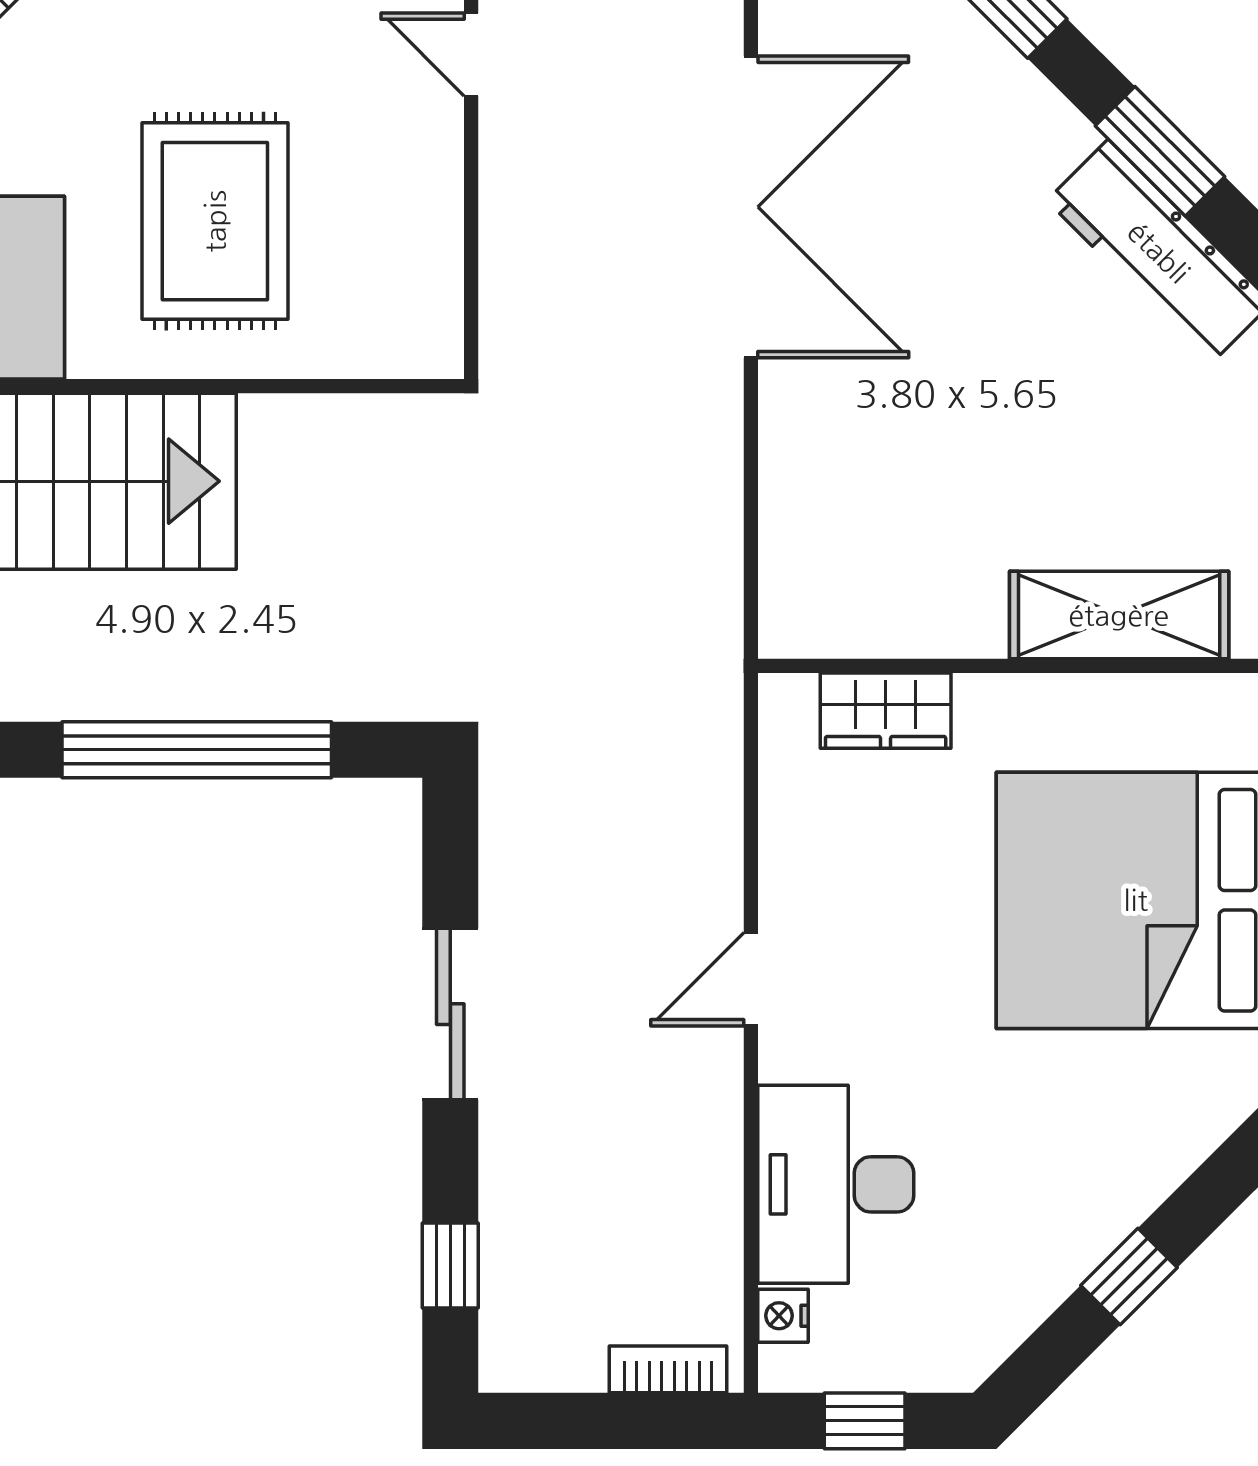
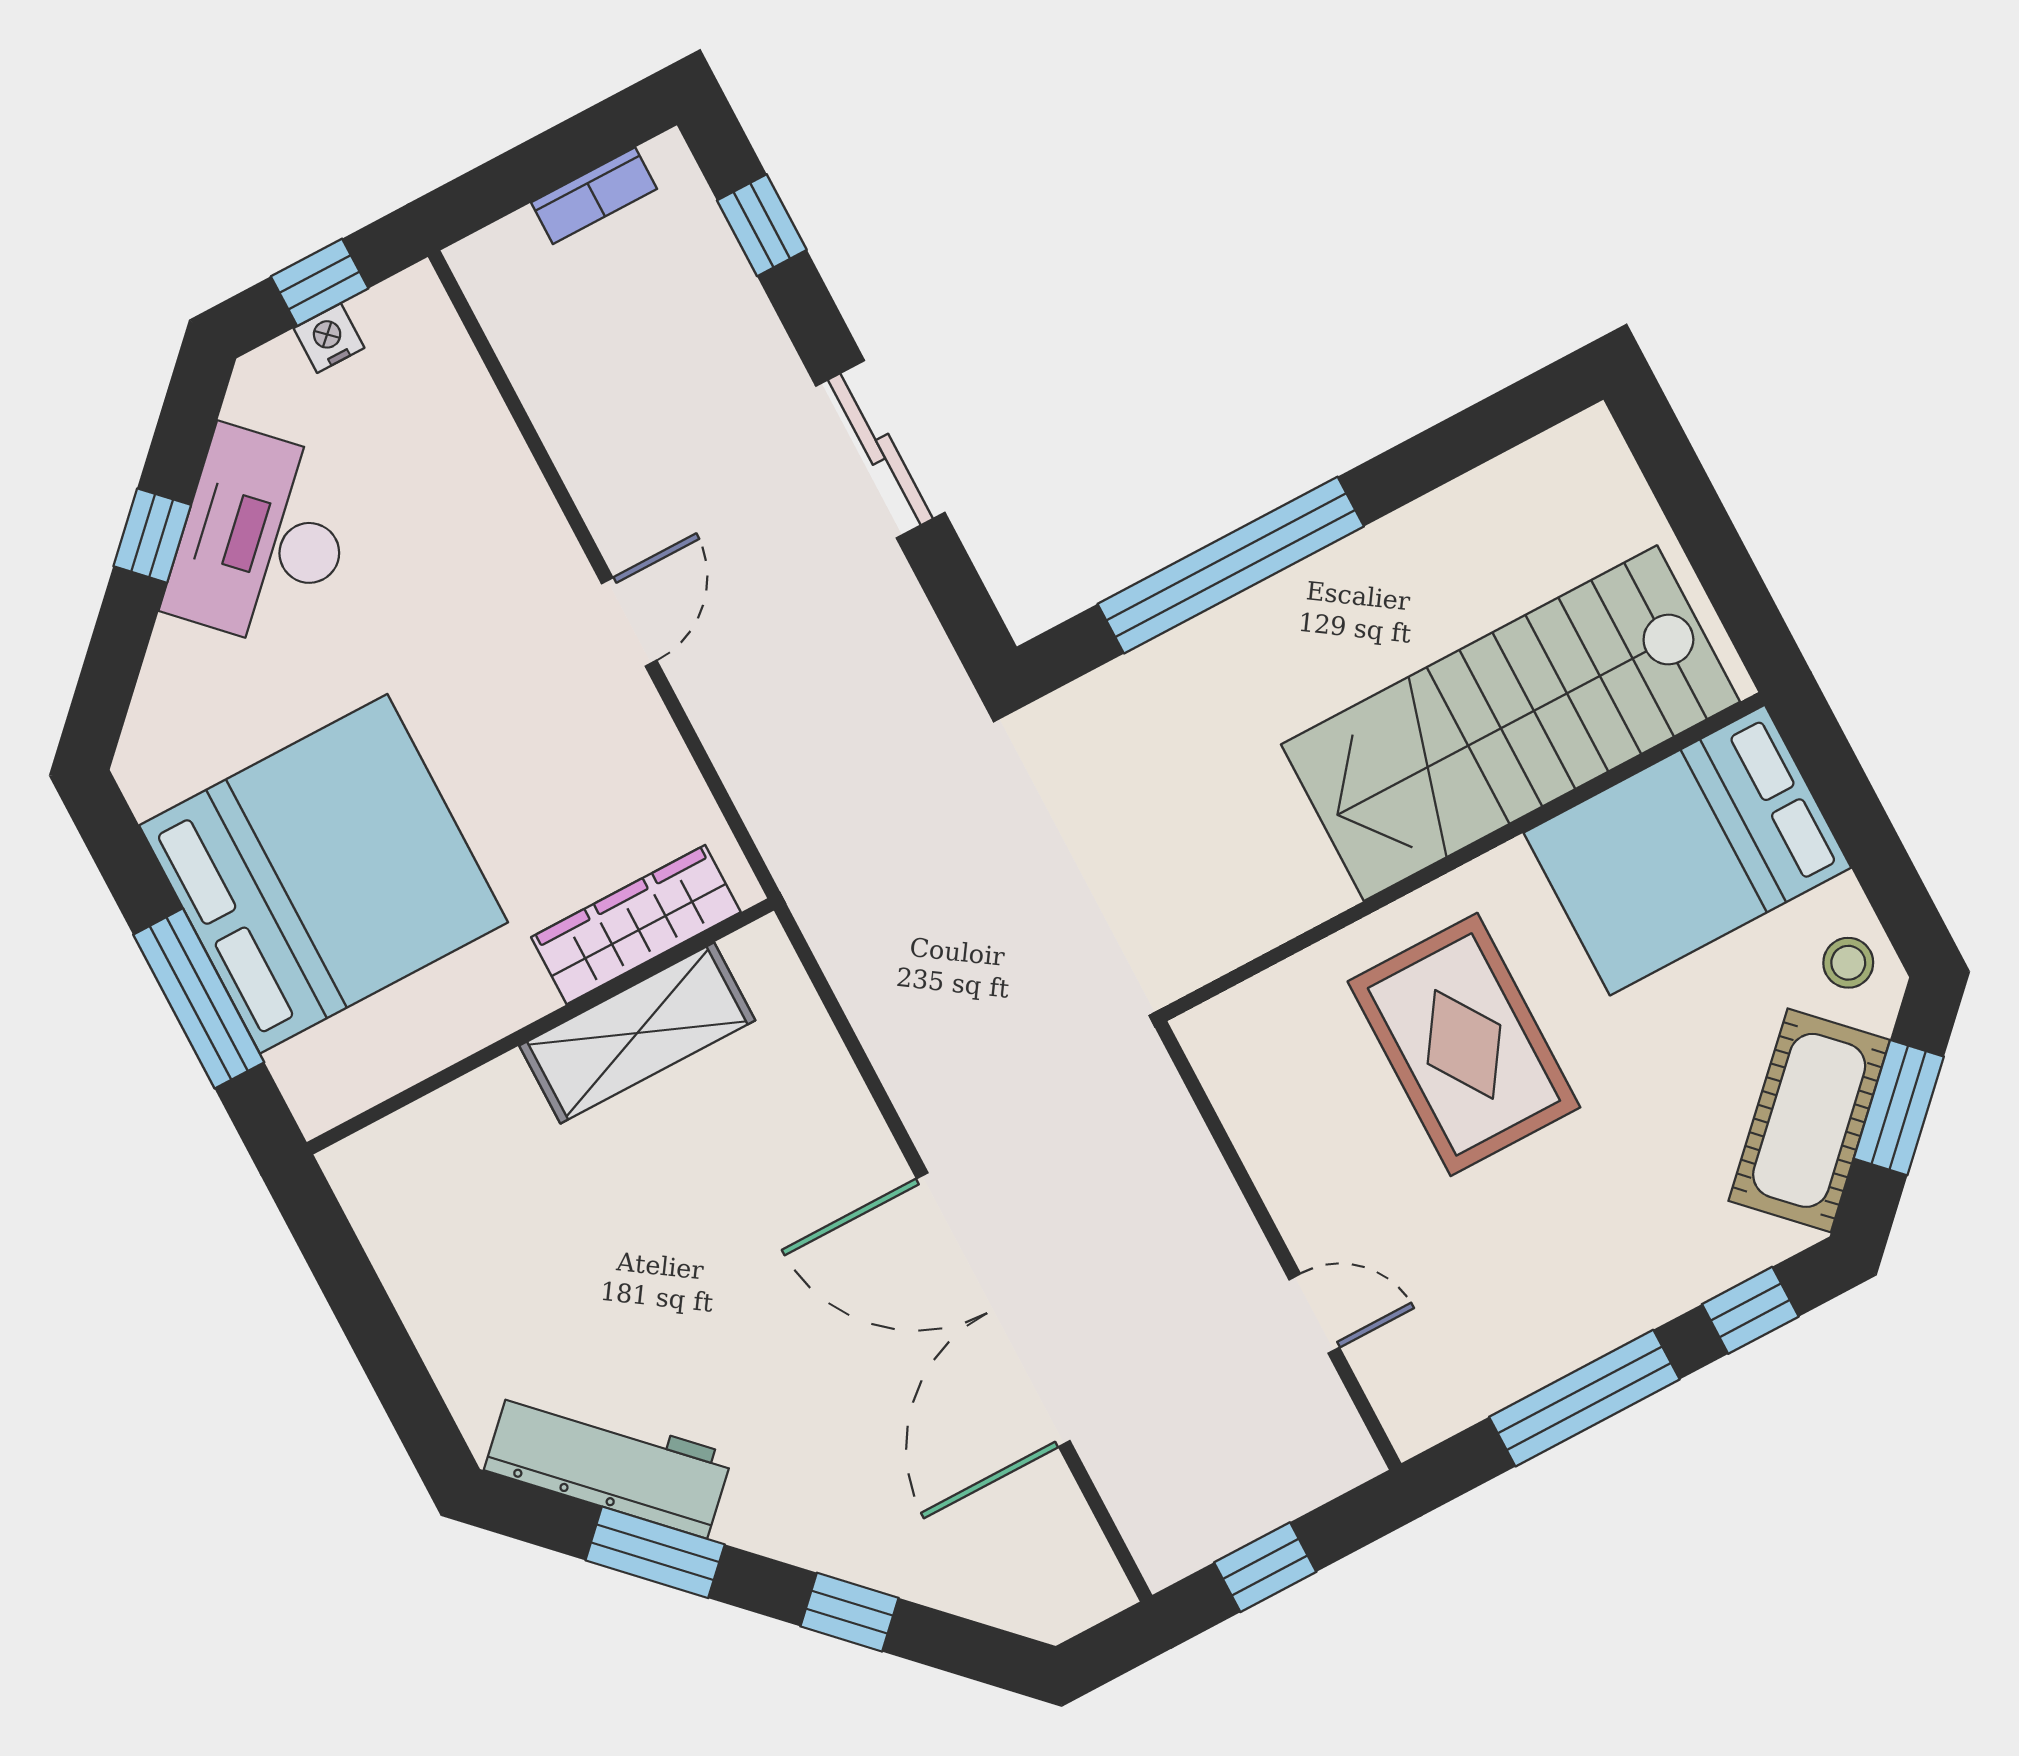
shelving: (1119, 615) -> (637, 1033), moved
wardrobe: (886, 711) -> (636, 925), width x1.50
desk: (836, 1184) -> (263, 539), moved, turned -135
nightstand: (783, 1316) -> (329, 338), moved, turned -90
bookcase: (668, 1369) -> (594, 196), moved

